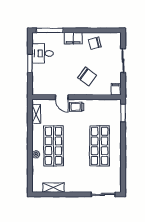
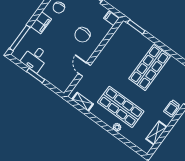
chair: (87, 76) -> (82, 35), turned 144
door: (62, 97) -> (84, 69), swing flipped
trolley: (77, 107) -> (172, 108), moved
shop shelf: (100, 146) -> (149, 68), turned 90

